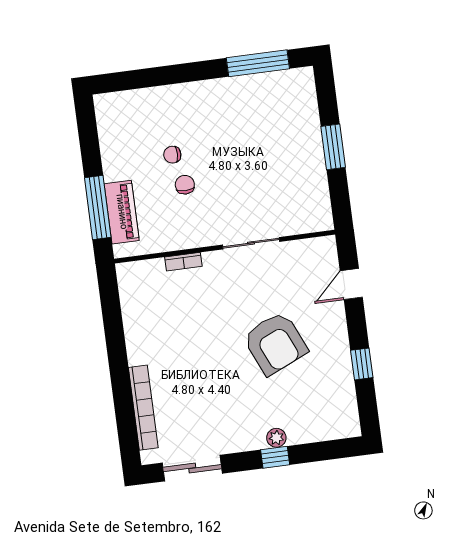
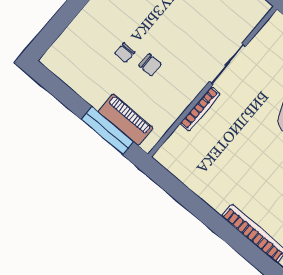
chair: (185, 185) -> (150, 65), turned 180
bookcase: (183, 262) -> (200, 109), width x1.56

